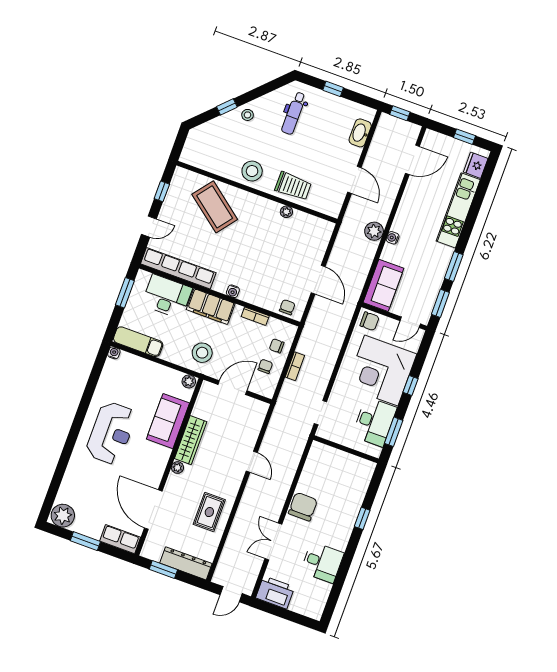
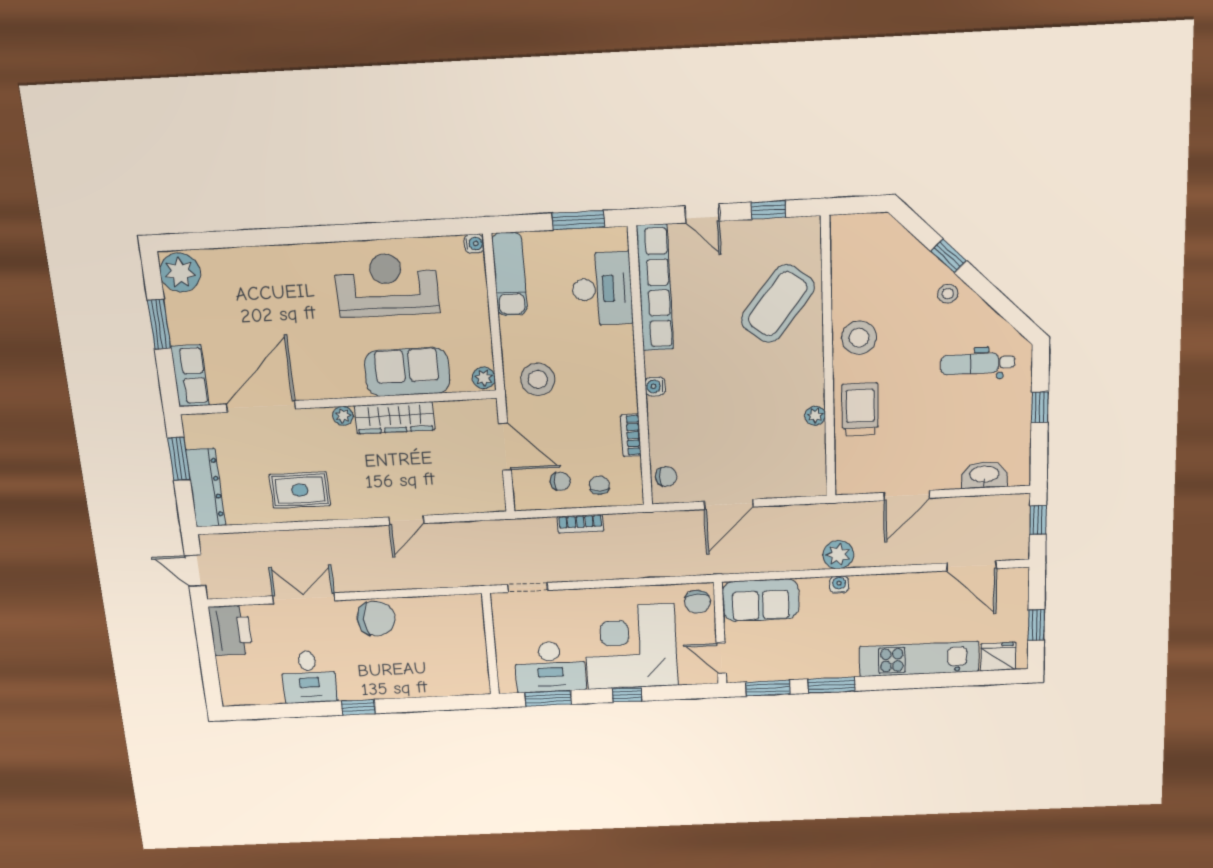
trolley: (293, 186) -> (860, 409), turned 180
filing cabinet: (211, 307) -> (616, 363), removed
reception desk: (111, 433) -> (387, 285), moved, turned 180
window: (362, 518) -> (358, 707), moved

